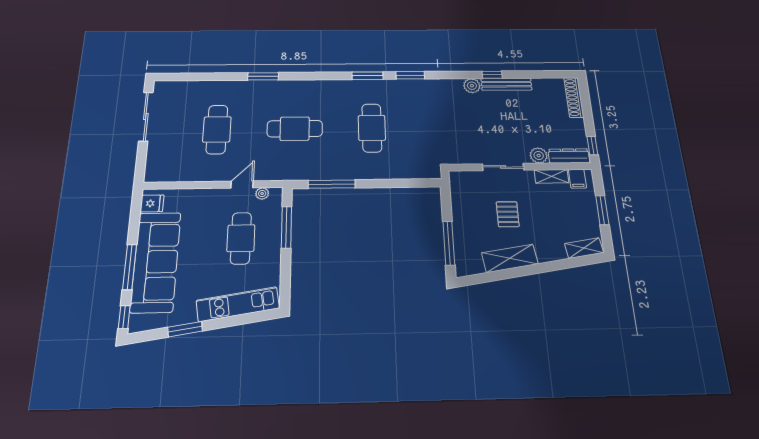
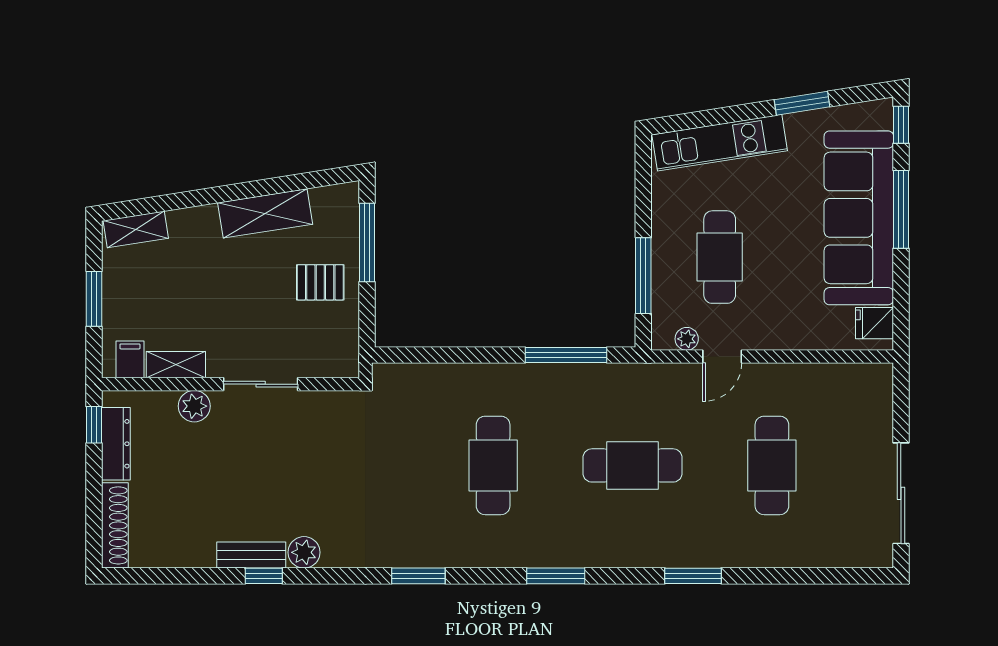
window: (368, 76) -> (556, 576), moved
bench: (506, 84) -> (251, 555), width x0.73
dresser: (569, 156) -> (116, 444), moved, turned -90
pallet: (508, 214) -> (320, 282), moved, turned 90

